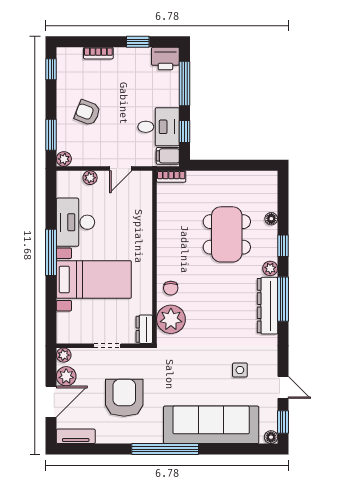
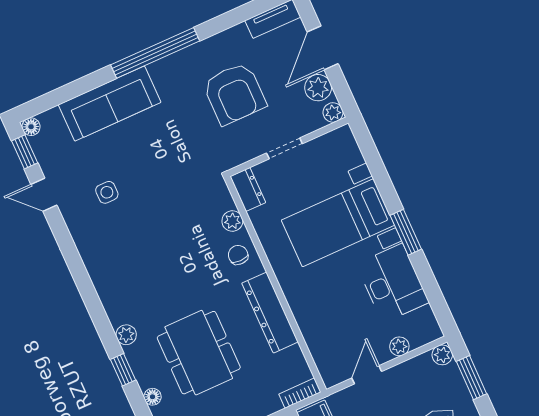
window: (51, 252) -> (406, 232), width x0.69
window: (283, 299) -> (93, 304), removed
dresser: (267, 306) -> (270, 313), moved, turned 180
plant: (171, 319) -> (232, 221), width x0.53, depth x0.53
sofa: (211, 425) -> (110, 104), width x0.74, depth x0.79

